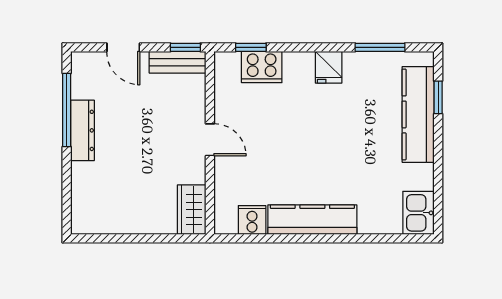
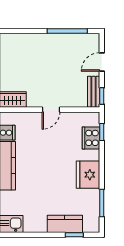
fridge: (329, 67) -> (88, 175), width x1.88, depth x1.34
kitchen counter: (418, 114) -> (65, 224), width x0.67
dresser: (83, 130) -> (56, 40), removed

